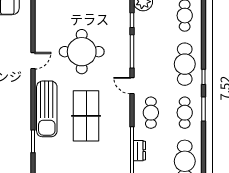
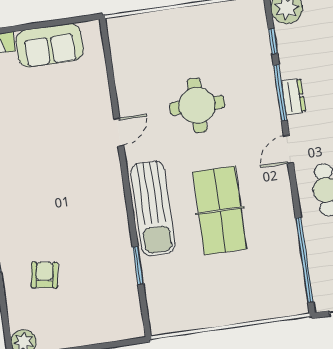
round table: (82, 52) -> (197, 105), width x0.73, depth x0.73
door: (132, 86) -> (288, 149), hinge flipped
dresser: (139, 151) -> (293, 96), moved

